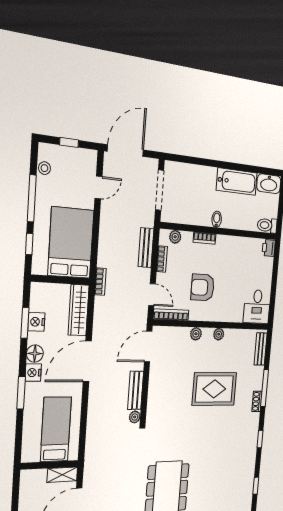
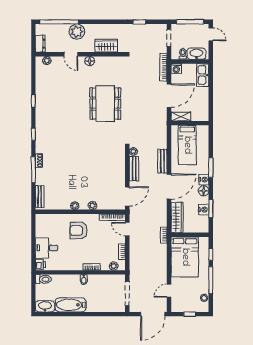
bench: (146, 248) -> (162, 161), moved
armchair: (203, 287) -> (79, 230), moved, turned 180
desk: (257, 307) -> (47, 248), moved, turned -90
rug: (214, 389) -> (75, 169), removed

